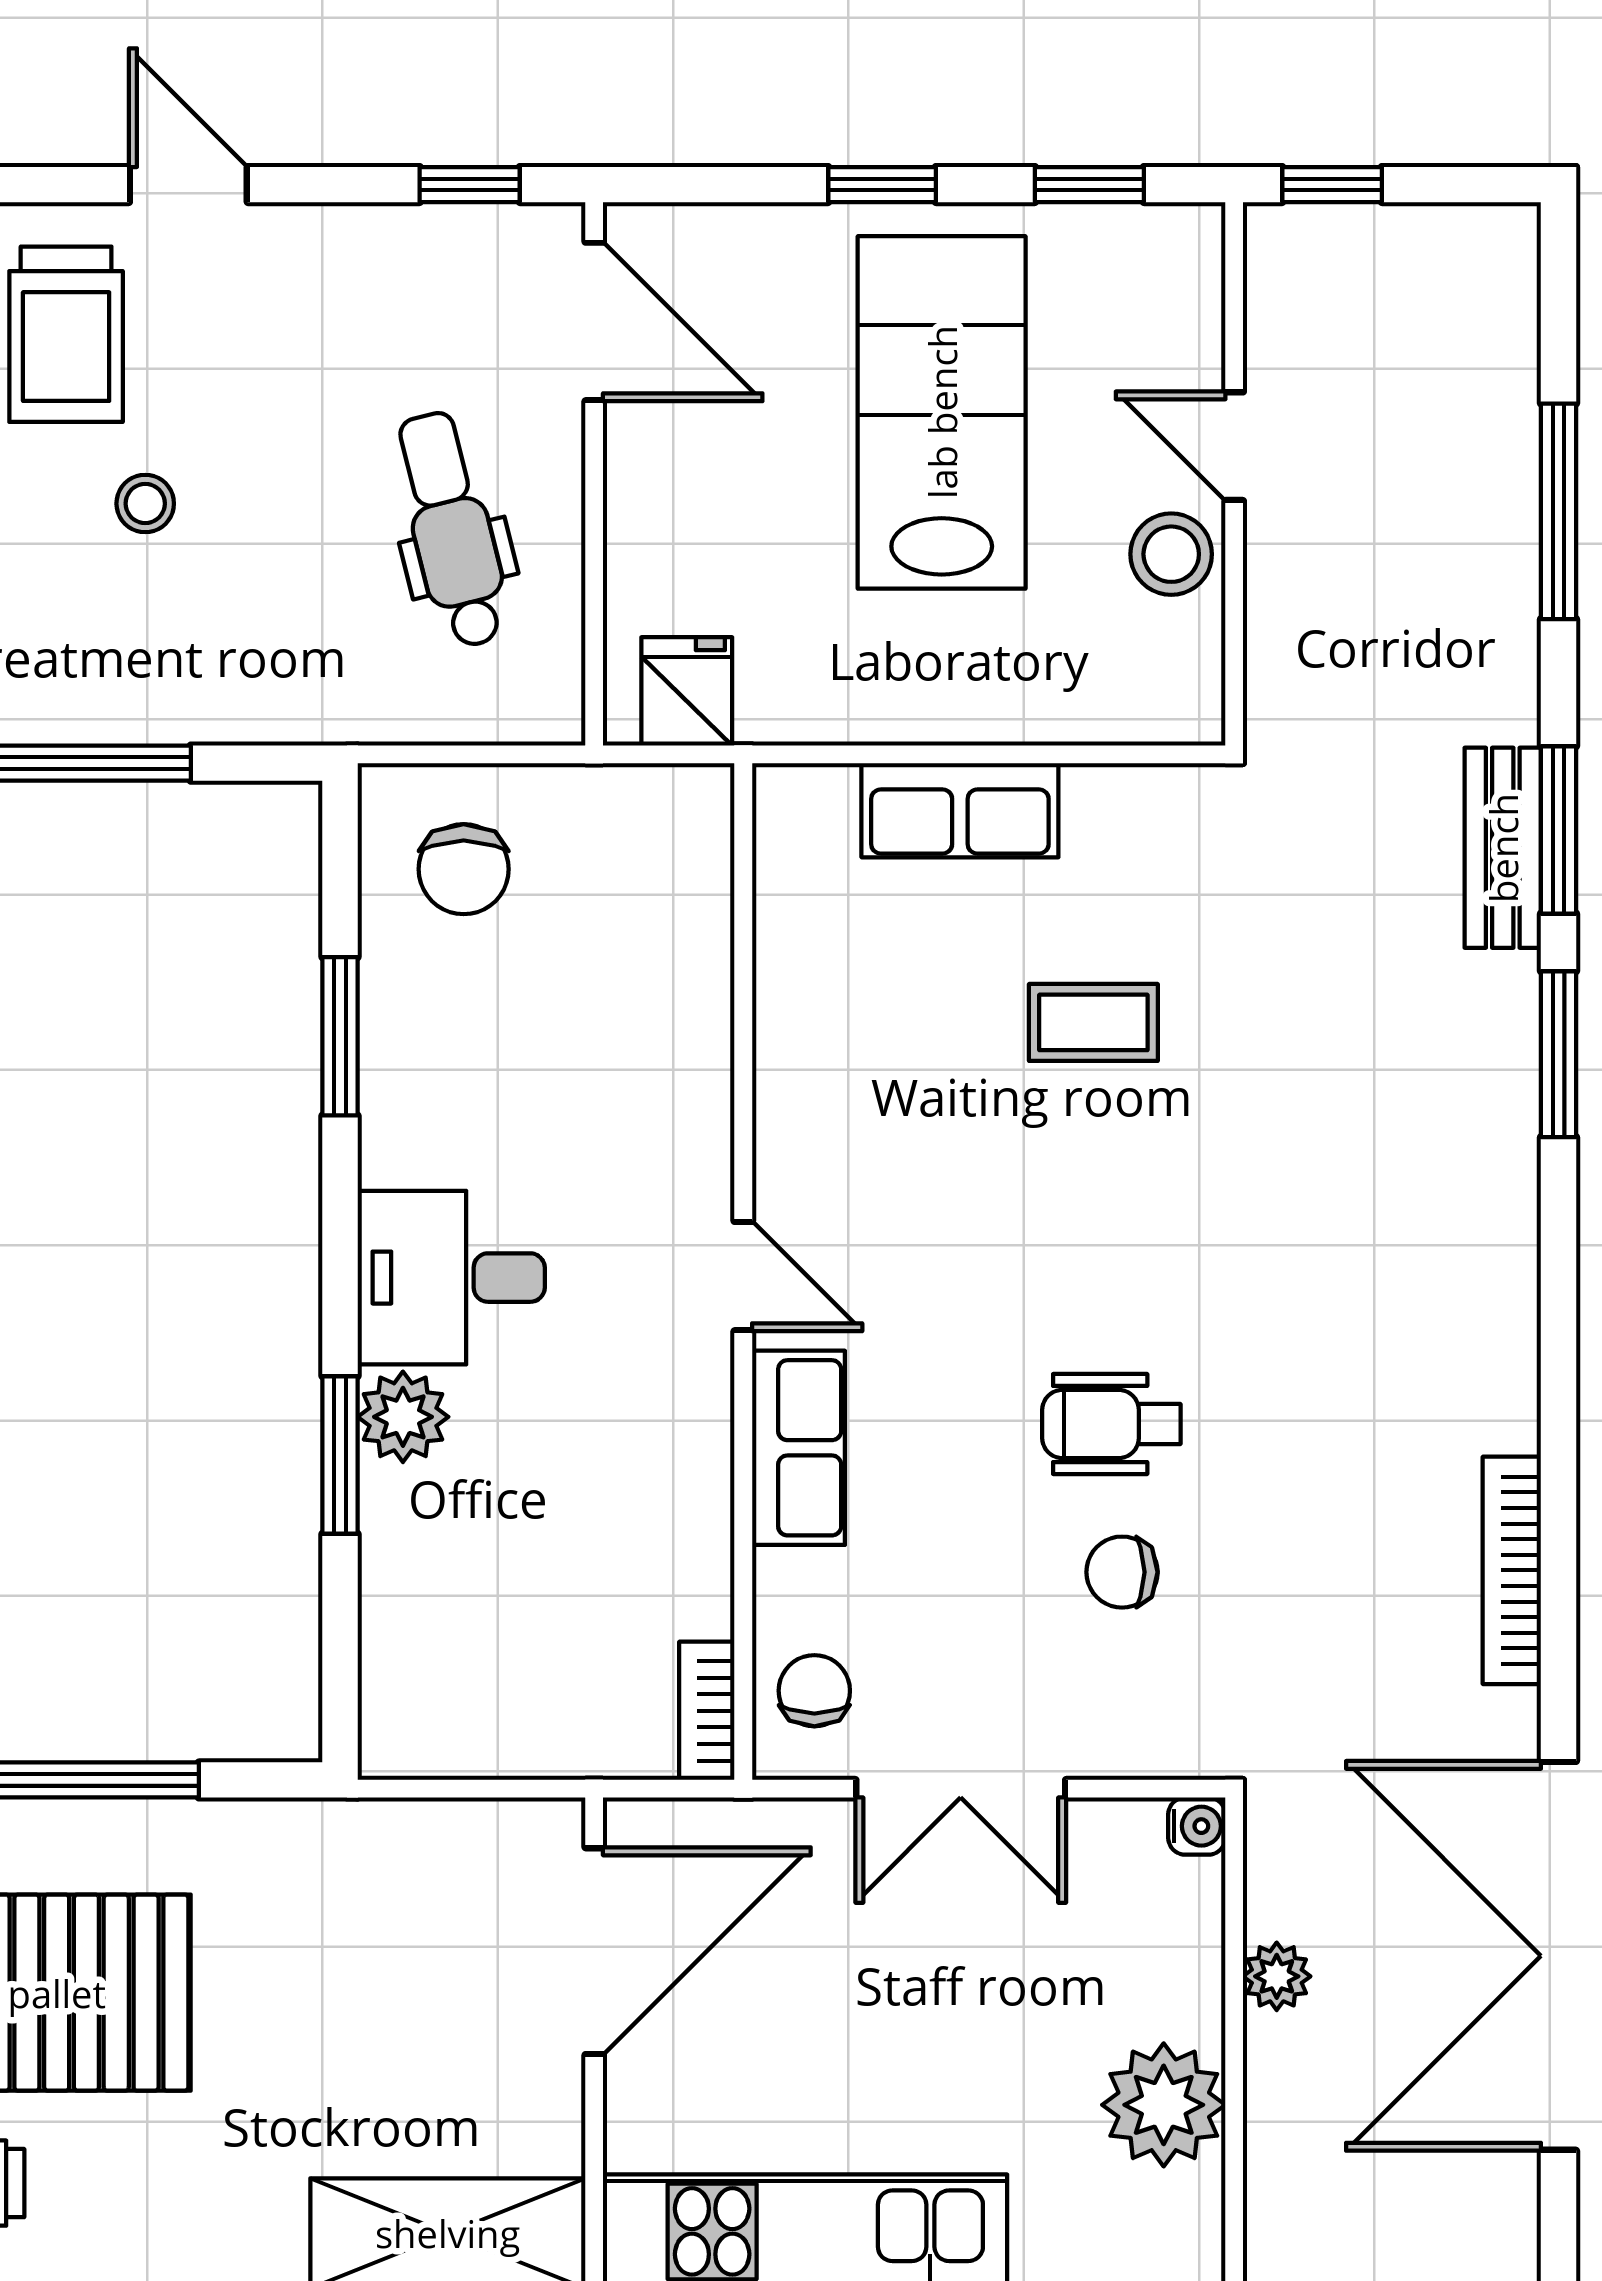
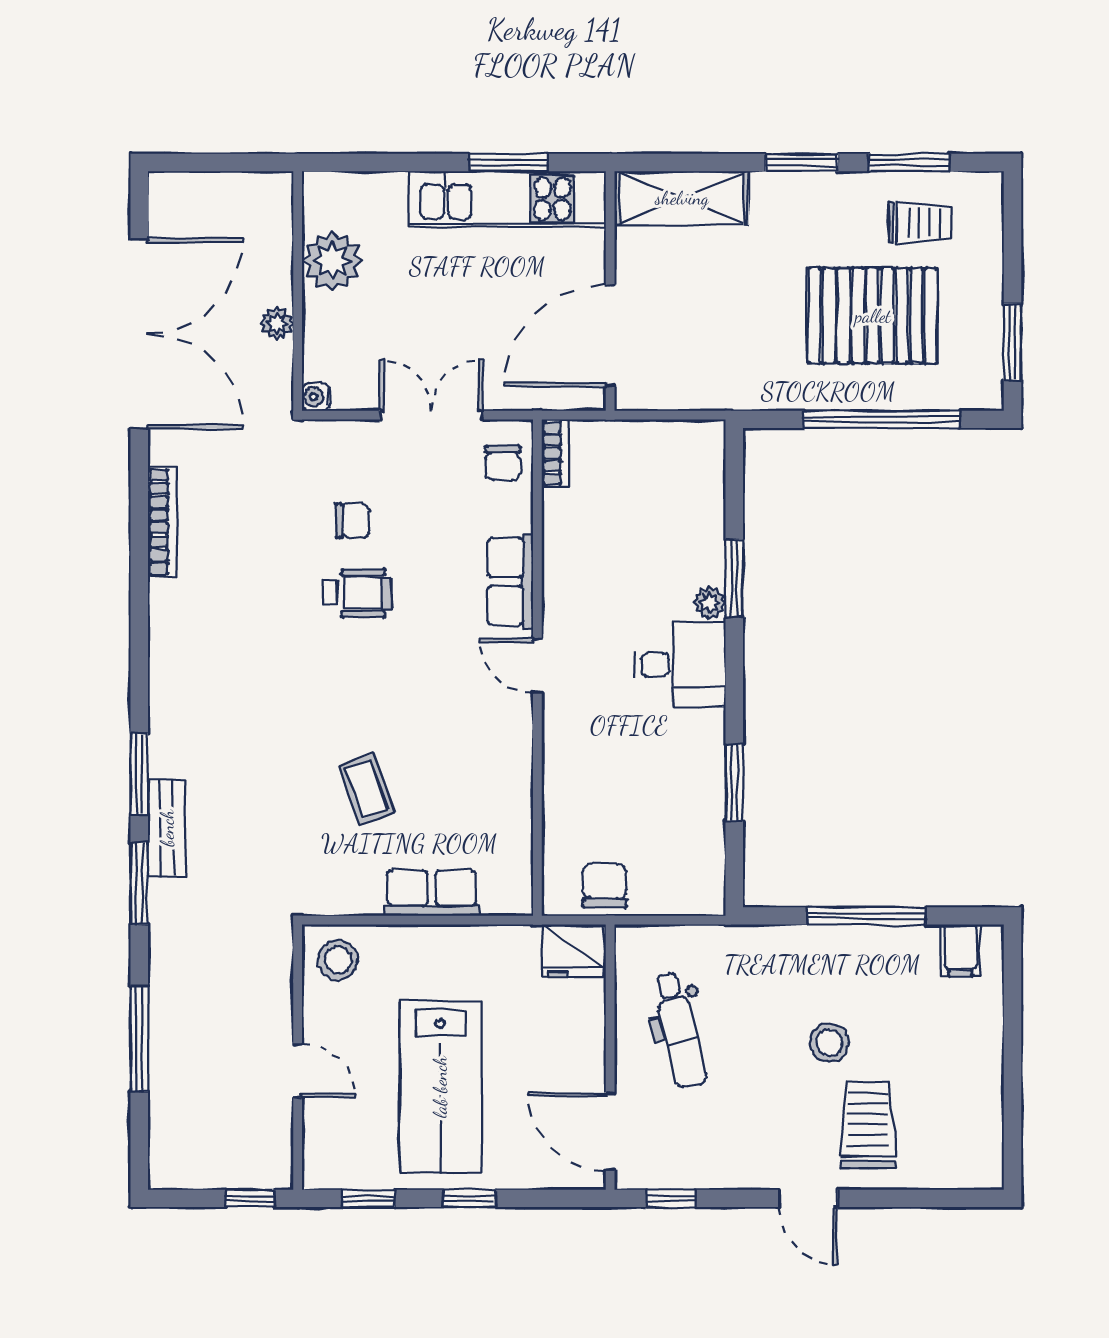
stool: (145, 504) -> (829, 1043), width x1.37, depth x1.37
stool: (1171, 554) -> (338, 960), moved
fridge: (687, 691) -> (574, 951), width x1.38
bench: (1503, 848) -> (167, 828), moved
chair: (464, 869) -> (605, 885), moved
coffee table: (1093, 1022) -> (366, 789), turned 70
plant: (403, 1417) -> (710, 603), width x0.73, depth x0.73

